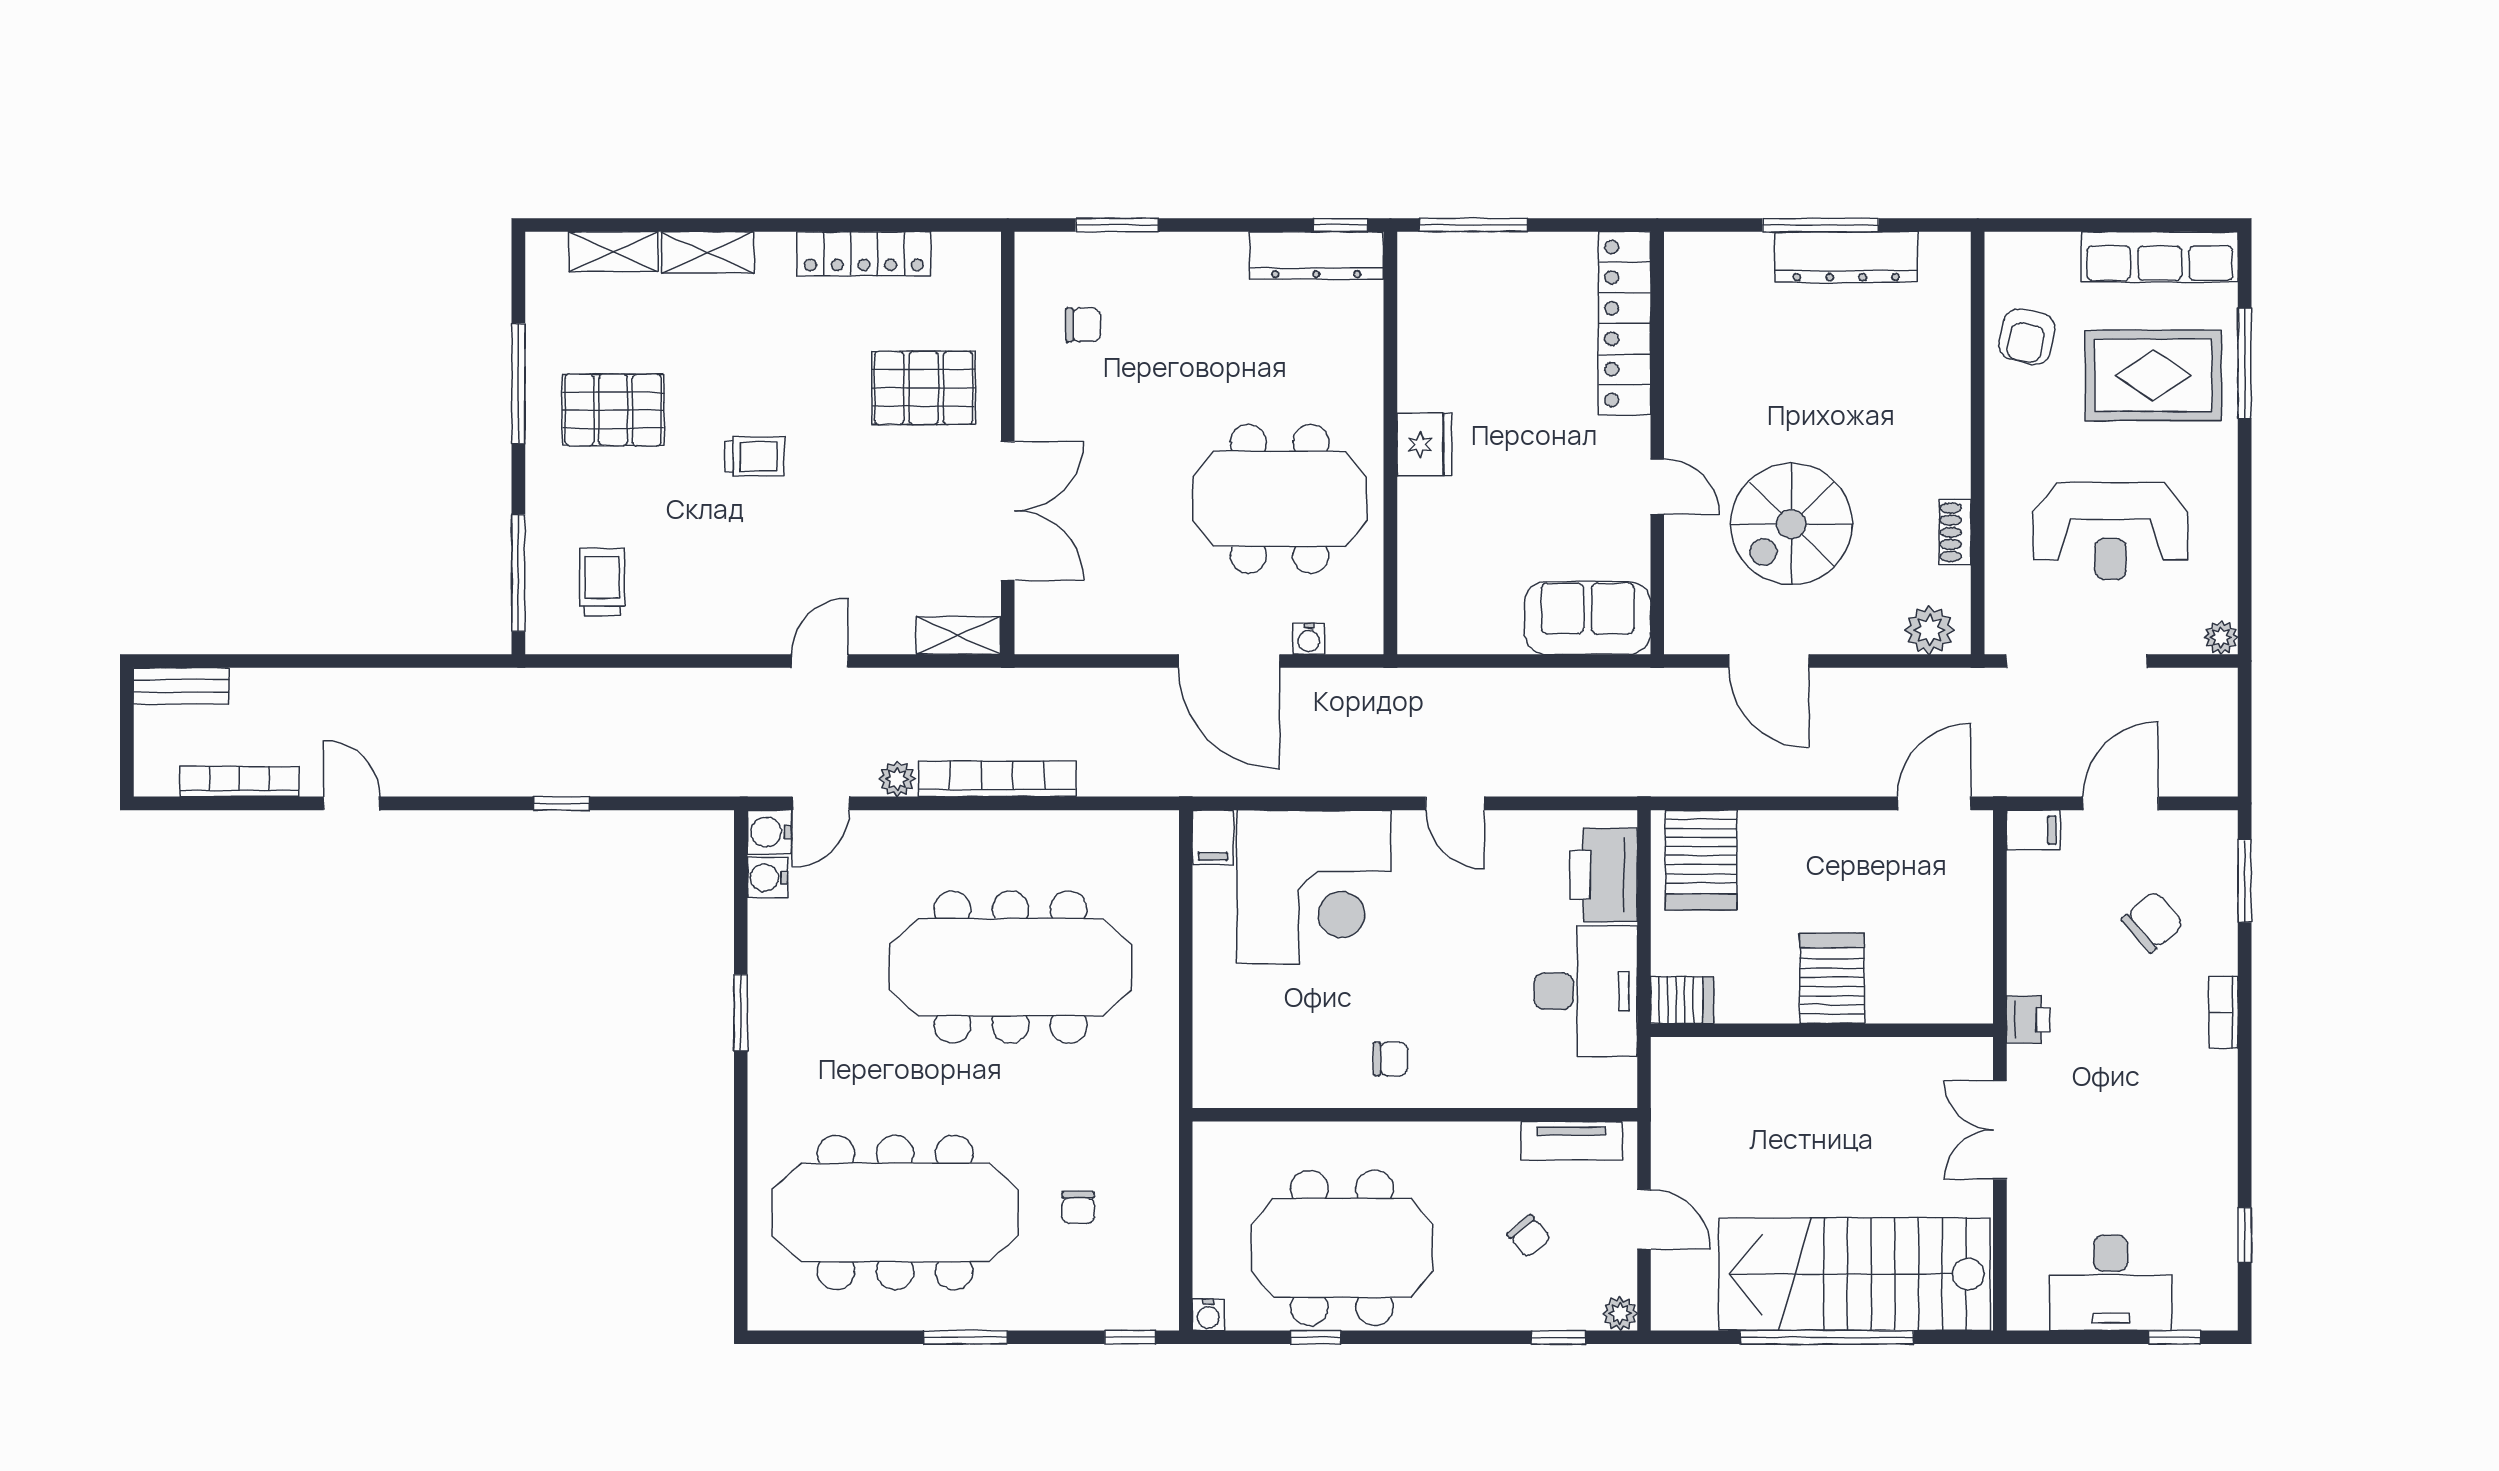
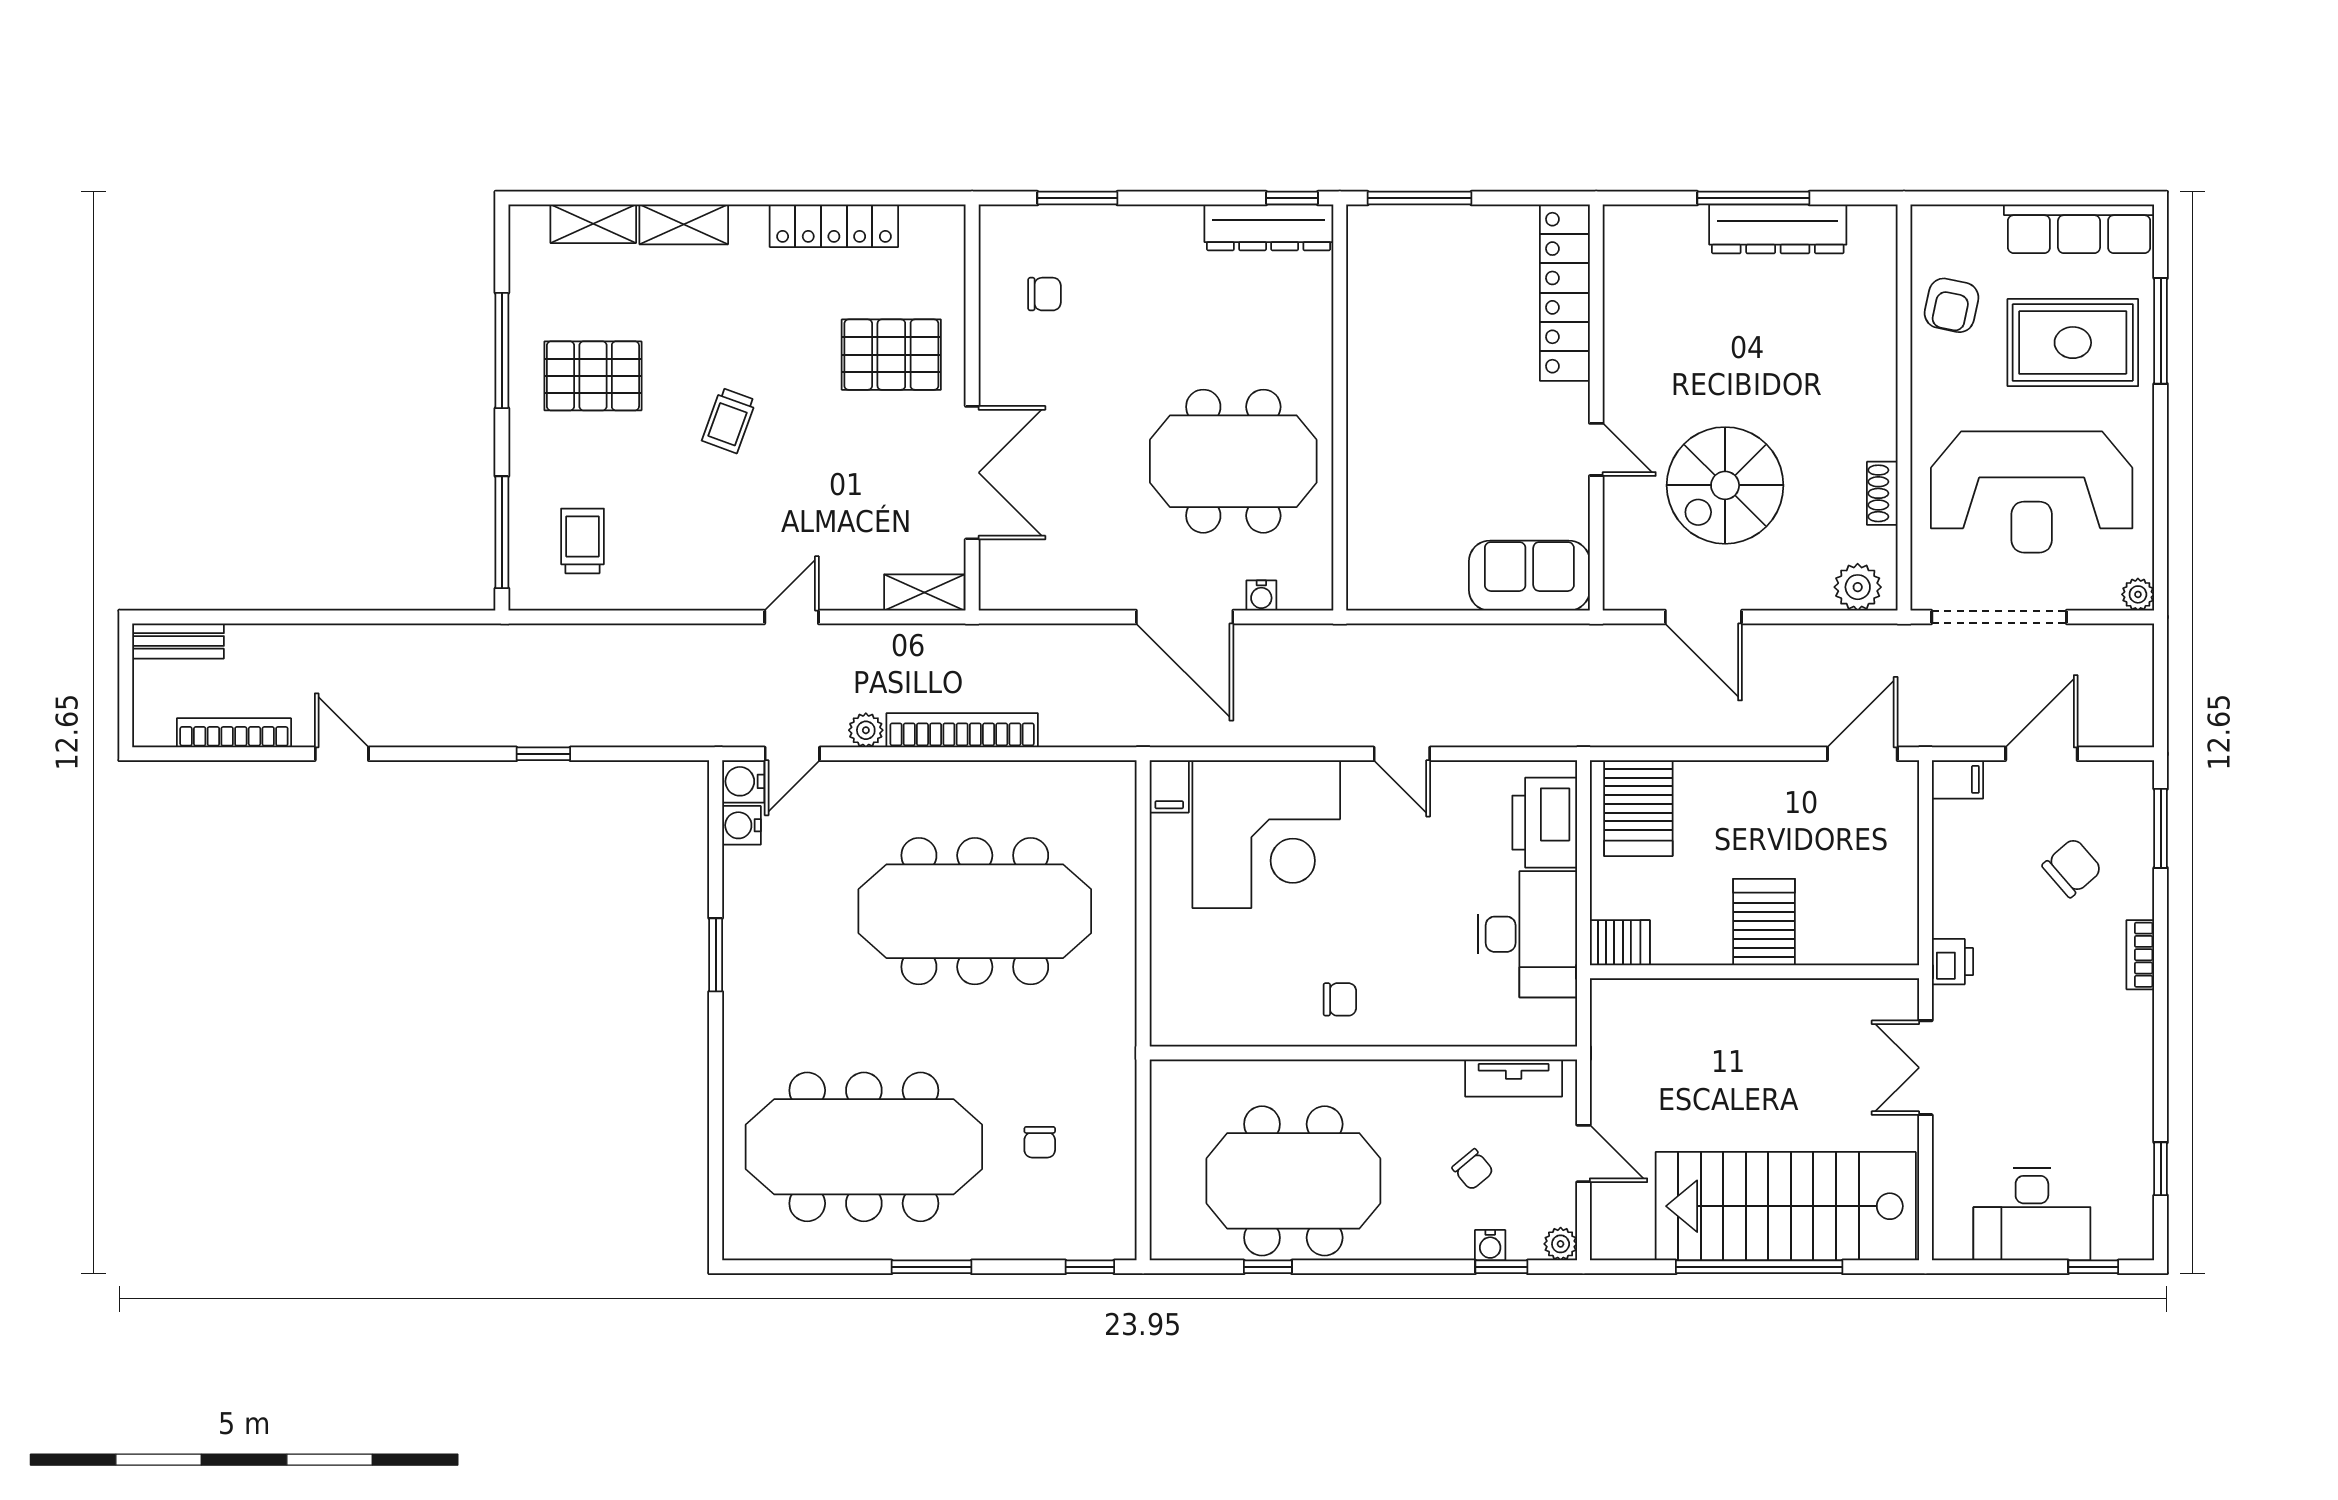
fridge: (1424, 444) -> (1372, 409), removed
trolley: (755, 456) -> (729, 420), turned 110
reception desk: (2110, 531) -> (2032, 492), width x1.36, depth x1.30
water cooler: (1208, 1315) -> (1490, 1245), moved

